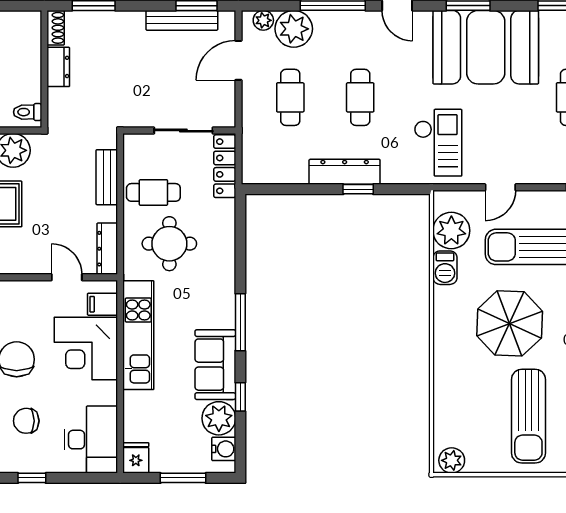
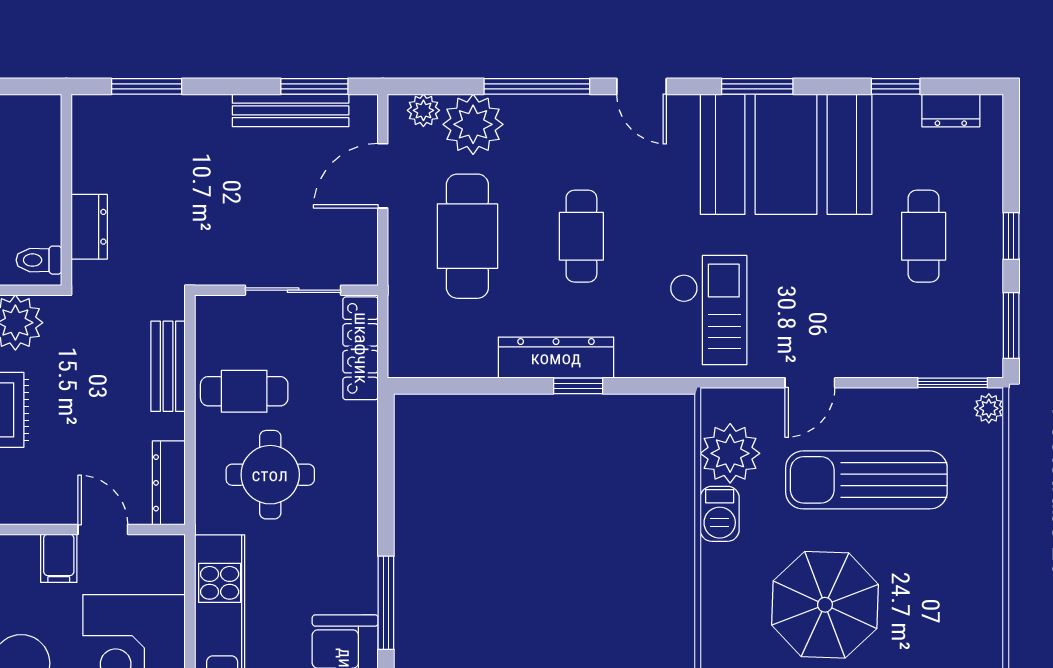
shoe rack: (56, 28) -> (85, 123), removed
dresser: (58, 67) -> (89, 227), moved
cafe table: (290, 97) -> (467, 236), width x1.37, depth x1.35
filing cabinet: (102, 304) -> (59, 558), moved, turned -90

